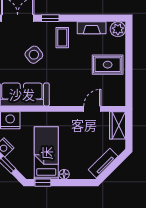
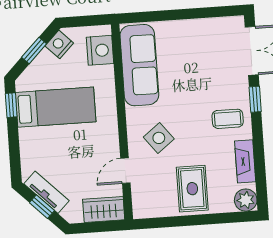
side table: (34, 55) -> (159, 138), moved
door: (92, 109) -> (125, 171), swing flipped
window: (113, 167) -> (42, 207), added
floor lamp: (64, 174) -> (26, 136), removed

